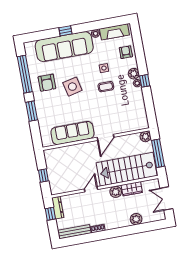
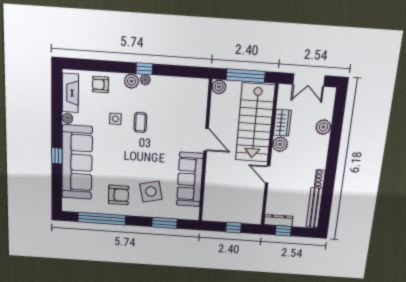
side table: (72, 87) -> (151, 192), moved
window: (32, 111) -> (165, 223), moved

